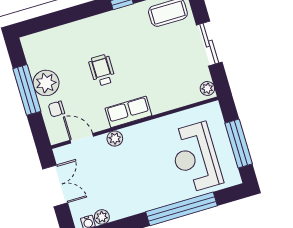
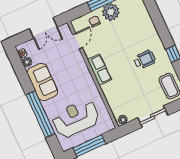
wheelchair: (102, 70) -> (145, 60), moved
plant: (115, 139) -> (81, 63), removed
sofa: (135, 199) -> (43, 82), added

